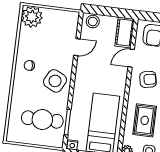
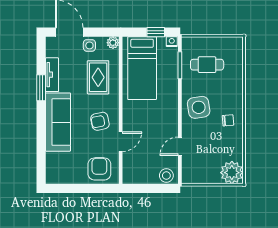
cot: (125, 32) -> (131, 168), removed
side table: (55, 81) -> (199, 107), turned -36
cafe table: (42, 119) -> (207, 65), width x0.73, depth x0.74

